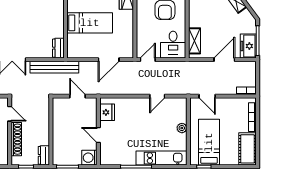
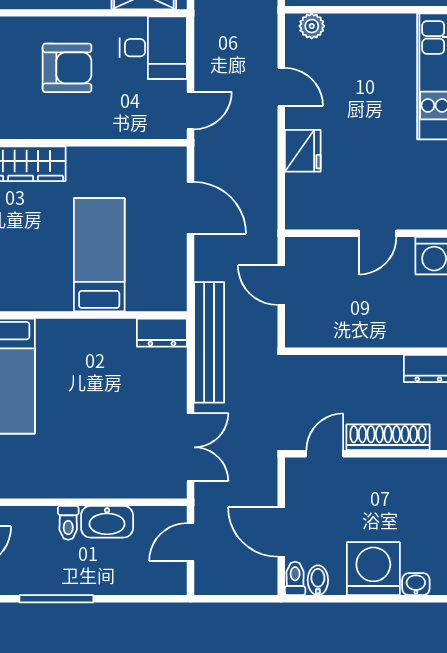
door: (148, 60) -> (191, 111), swing flipped
door: (78, 96) -> (281, 285), hinge flipped
fridge: (107, 112) -> (303, 151), moved, turned 90
plant: (182, 128) -> (312, 26), moved

